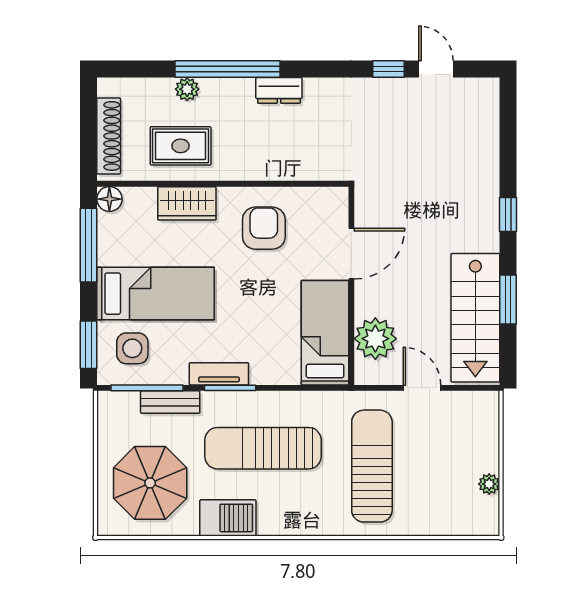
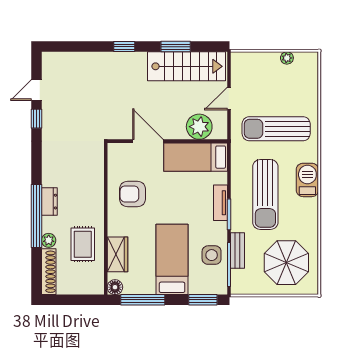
dresser: (279, 90) -> (49, 202), moved
shoe rack: (109, 136) -> (49, 272), moved, turned 90
wardrobe: (187, 203) -> (118, 254), moved
side table: (132, 348) -> (212, 255), moved
tv unit: (219, 374) -> (220, 203), moved
barbecue: (228, 518) -> (307, 180), moved

